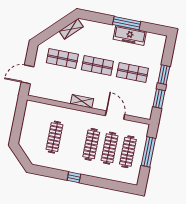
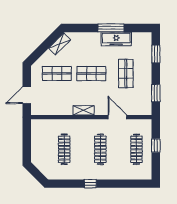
shop shelf: (132, 73) -> (126, 74), turned 90
window: (164, 75) -> (156, 54), moved
clothes rail: (110, 148) -> (118, 149), removed
window: (148, 152) -> (156, 146), width x0.46

